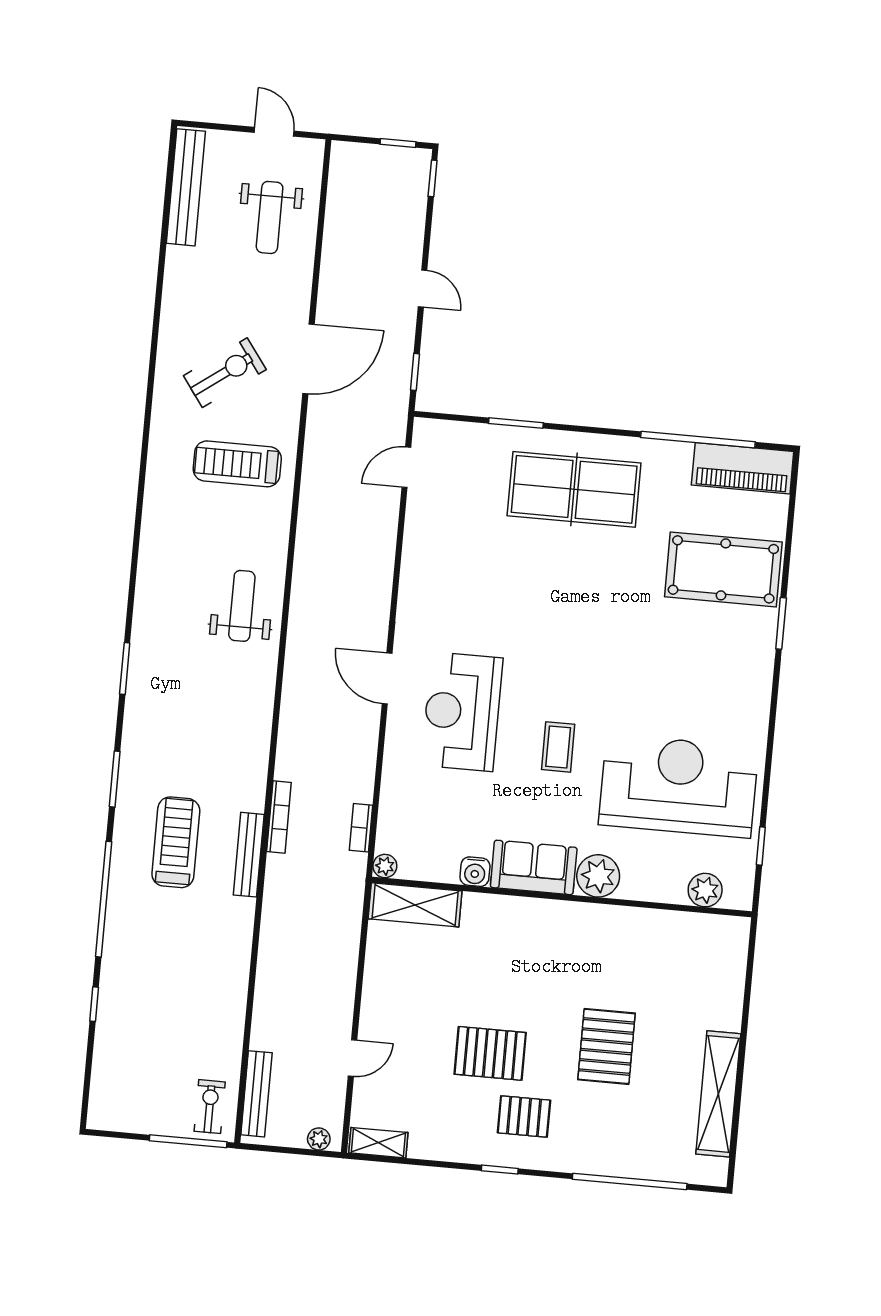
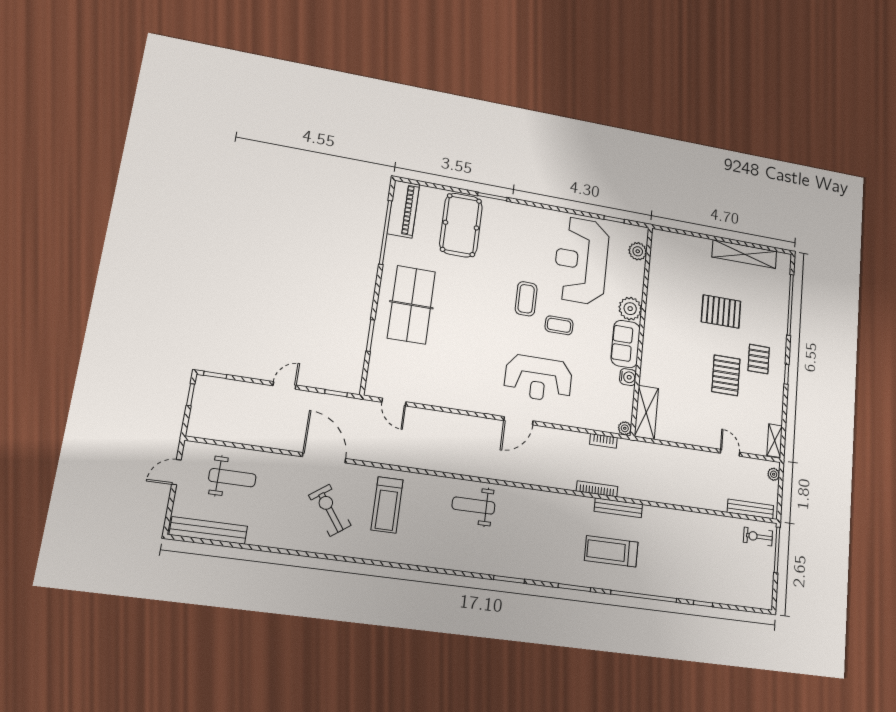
coffee table: (601, 688) -> (526, 299), added

